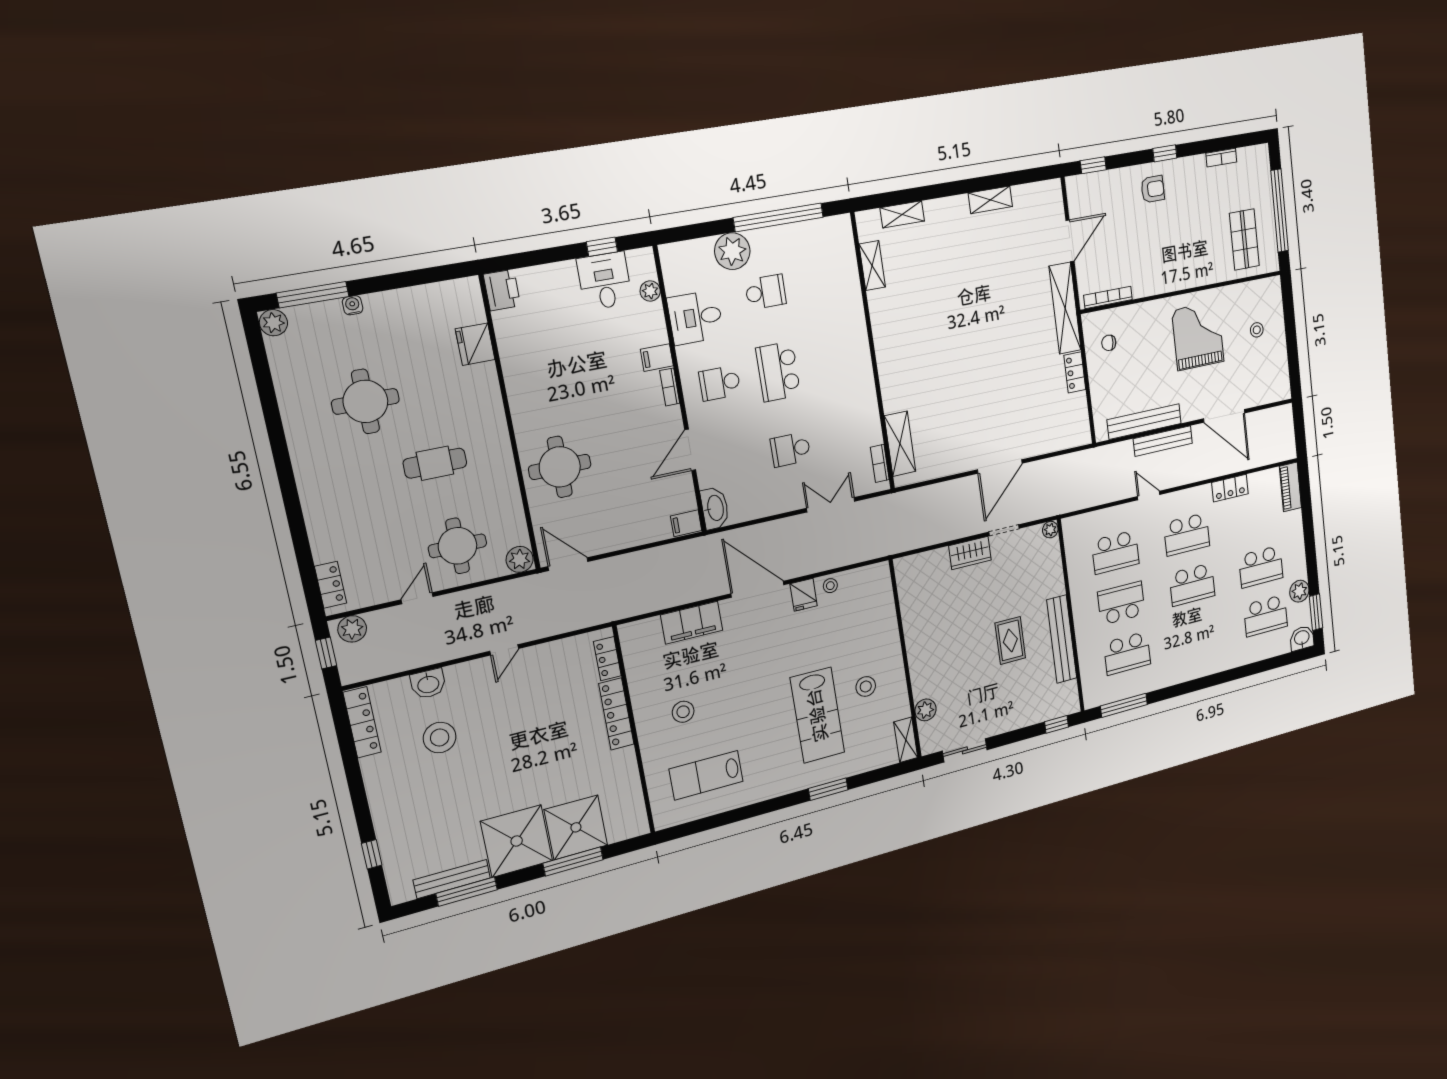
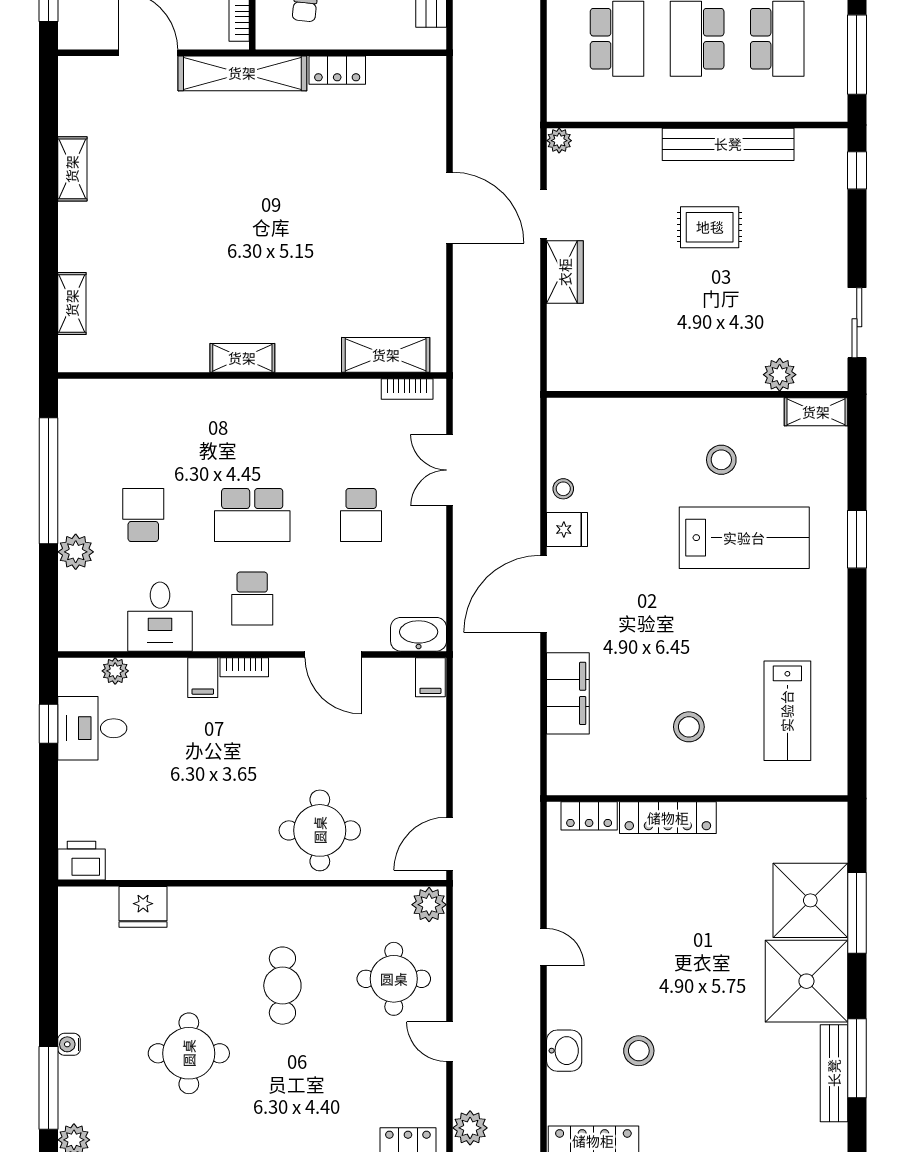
plant: (732, 251) -> (76, 552), width x0.73, depth x0.73
shelving: (872, 266) -> (242, 358), moved
stool: (440, 738) -> (639, 1051), width x0.73, depth x0.73

